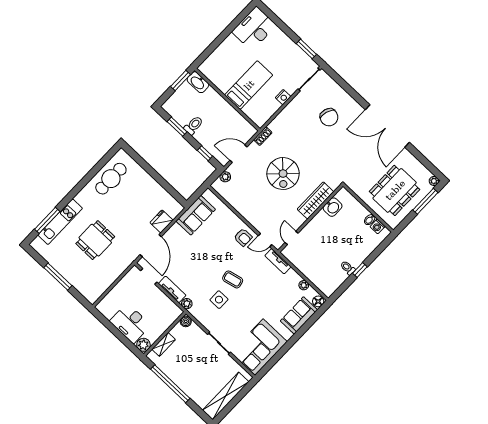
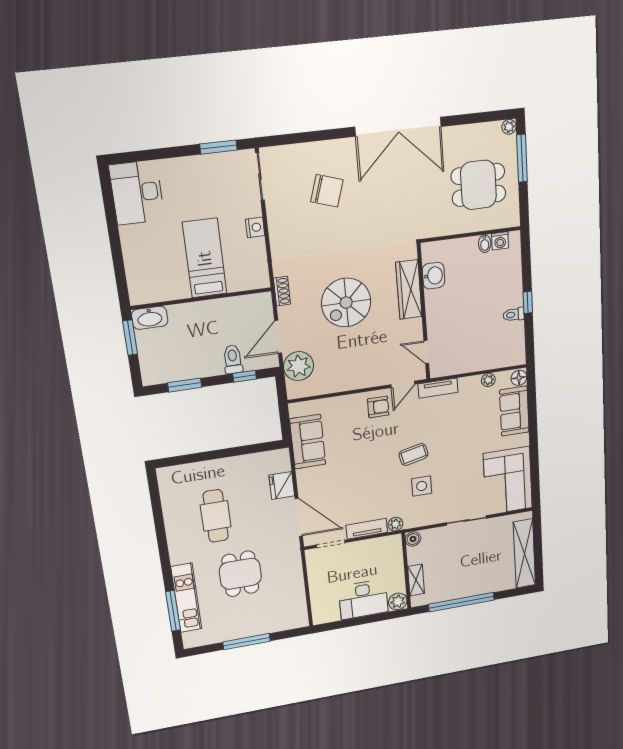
toilet: (194, 125) -> (233, 359), moved
spiral stairs: (283, 174) -> (346, 303), turned 90
plant: (225, 177) -> (299, 366), width x1.87, depth x1.87
cafe table: (111, 179) -> (216, 516), moved
dining table: (395, 190) -> (478, 185), width x0.73

